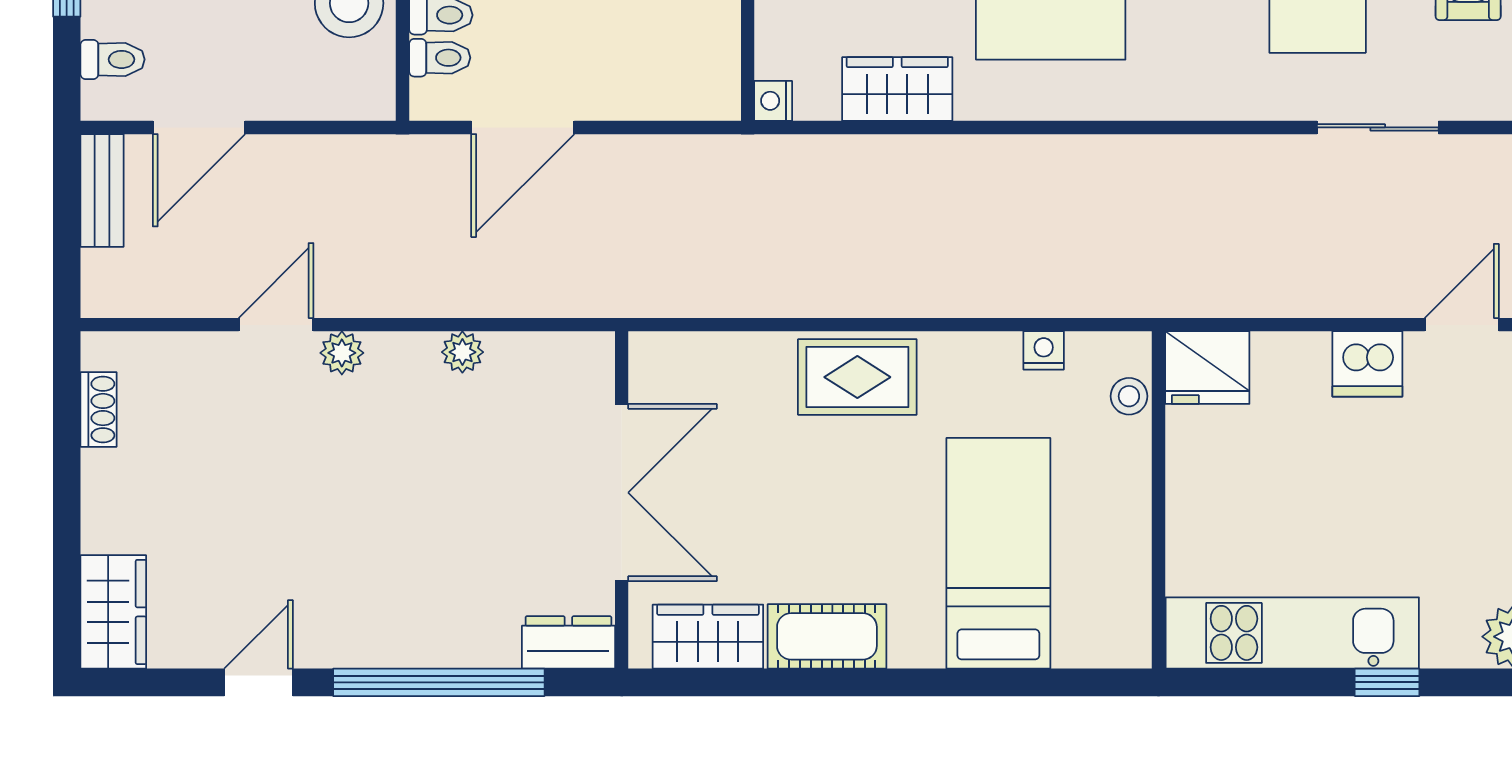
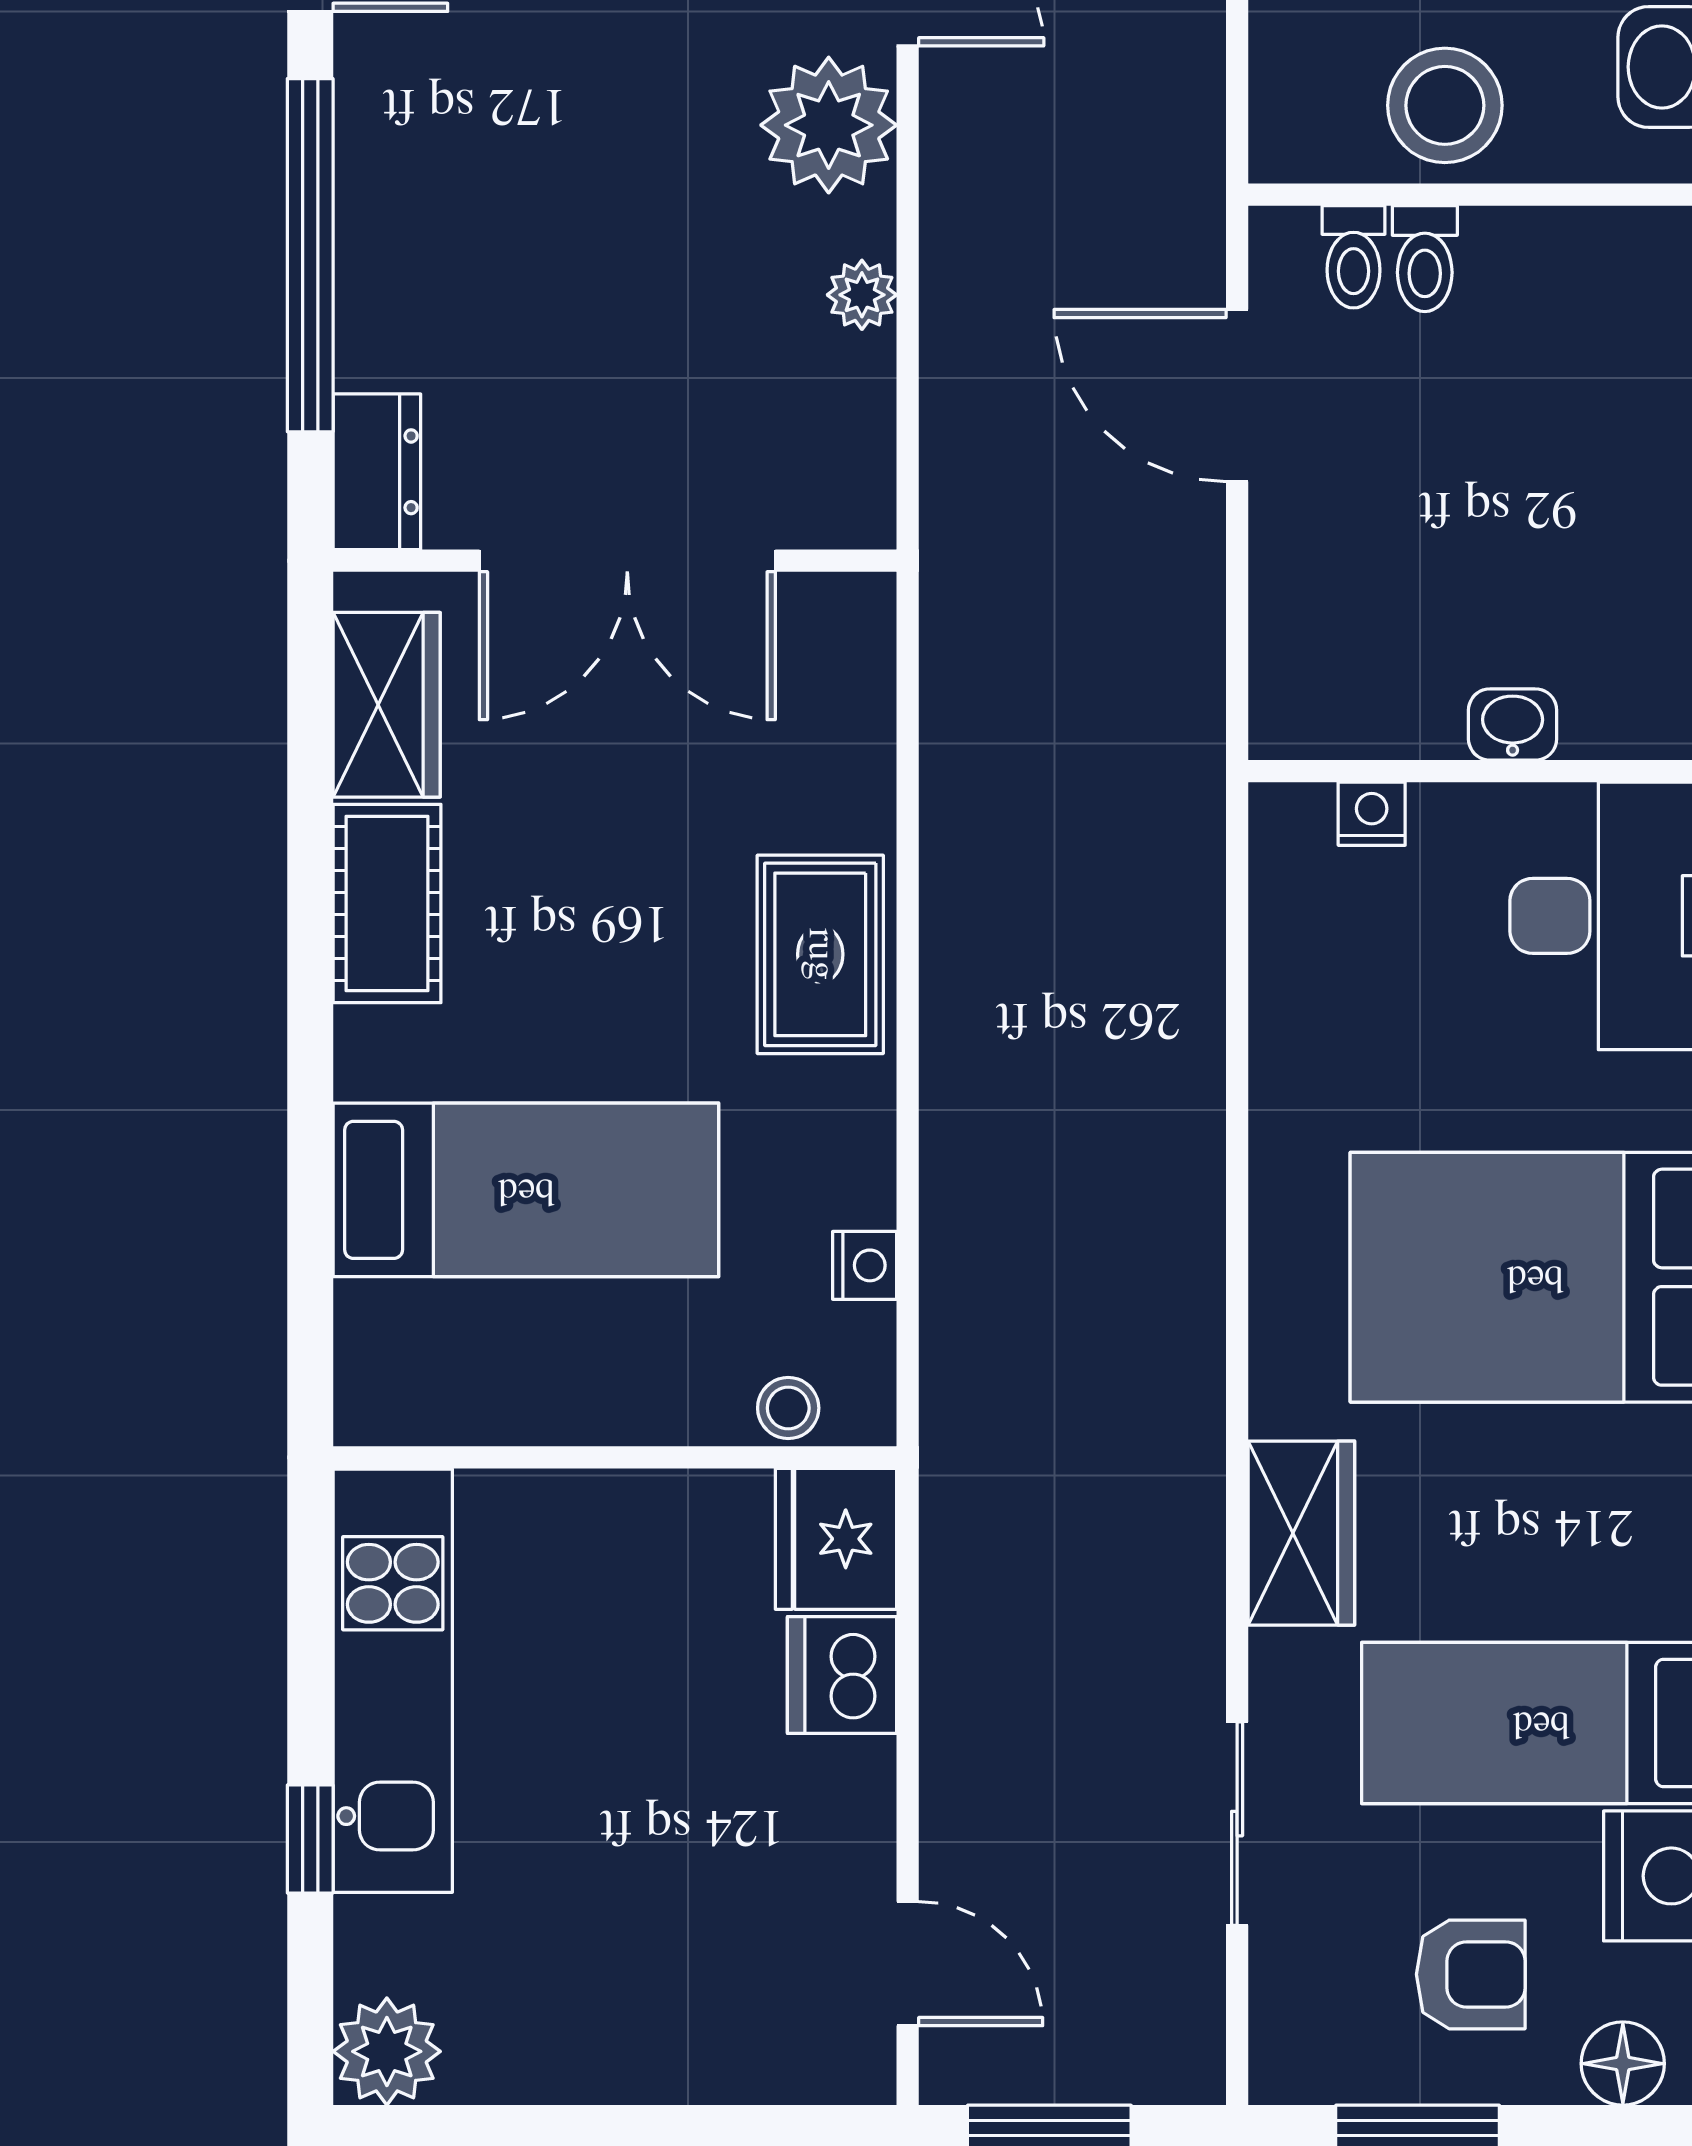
wardrobe: (897, 89) -> (1301, 1533), moved
nightstand: (773, 101) -> (1372, 814), moved
plant: (342, 353) -> (829, 125), width x1.88, depth x1.88
dishwasher: (1367, 364) -> (842, 1675), moved

